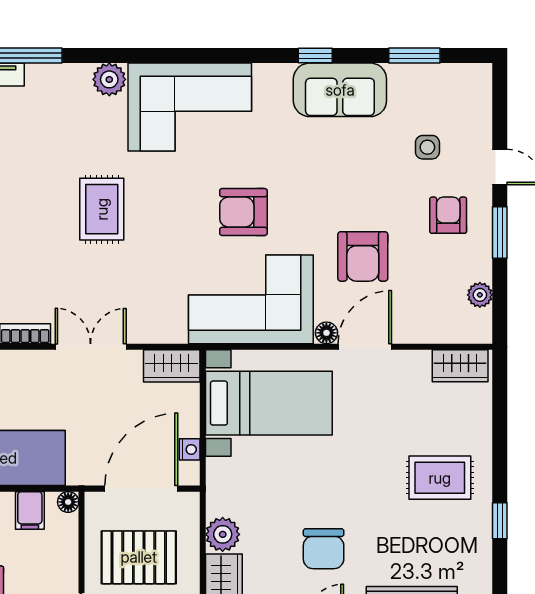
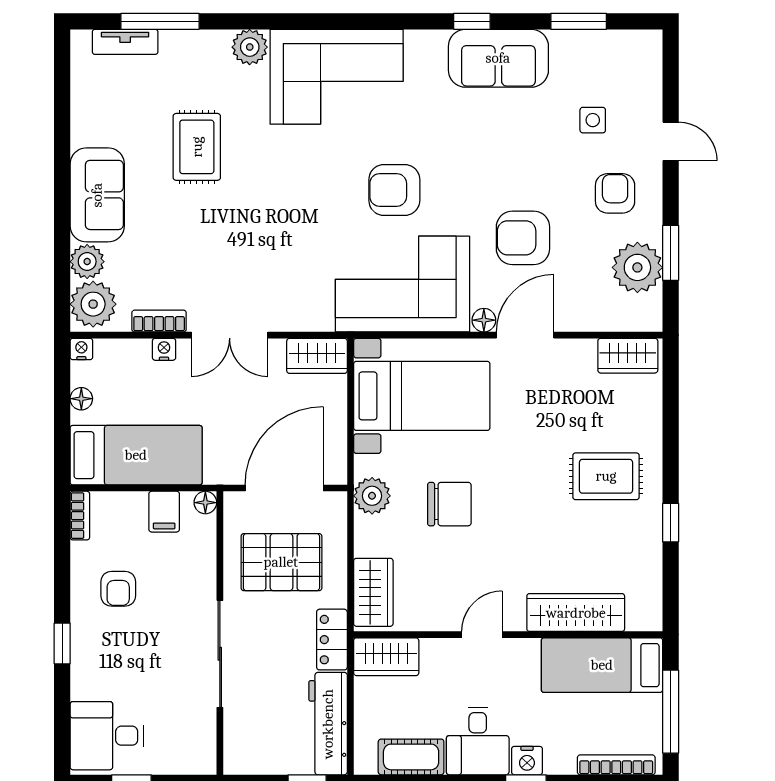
rug: (102, 209) -> (197, 147), moved
window: (500, 233) -> (671, 253), moved
armchair: (363, 256) -> (523, 238), turned 90
plant: (480, 295) -> (637, 267), width x1.88, depth x1.88
double door: (91, 347) -> (230, 335), swing flipped
nightstand: (190, 449) -> (164, 349), moved, turned -90
plant: (223, 534) -> (372, 496), moved
chair: (324, 549) -> (449, 504), moved, turned -90

